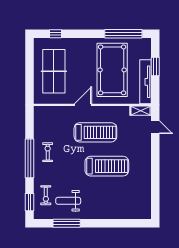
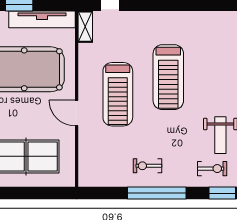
treadmill: (95, 132) -> (118, 94), turned 180
treadmill: (107, 166) -> (168, 77), turned 180

